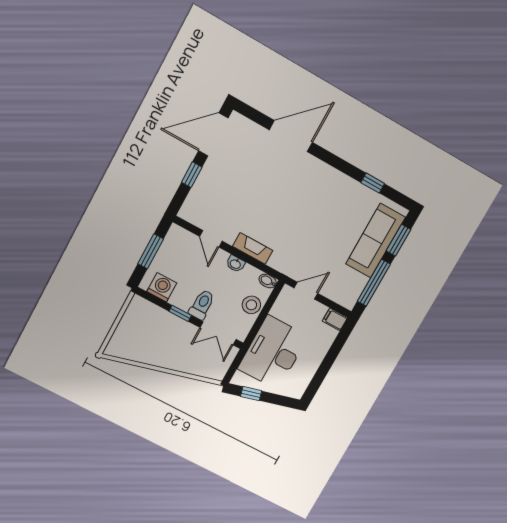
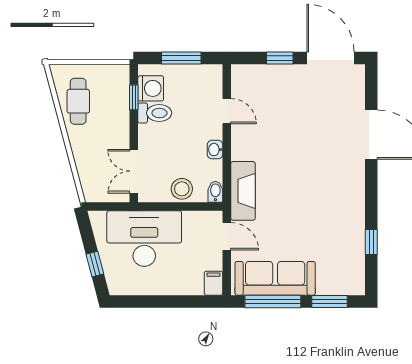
door: (211, 239) -> (227, 111), swing flipped
sofa: (376, 241) -> (275, 278), moved
fireplace: (253, 248) -> (243, 191), moved, width x1.37, depth x1.32
toilet: (202, 305) -> (155, 113), moved
window: (180, 313) -> (134, 97), moved
cafe table: (142, 347) -> (78, 101), added
window: (251, 394) -> (95, 264), moved

